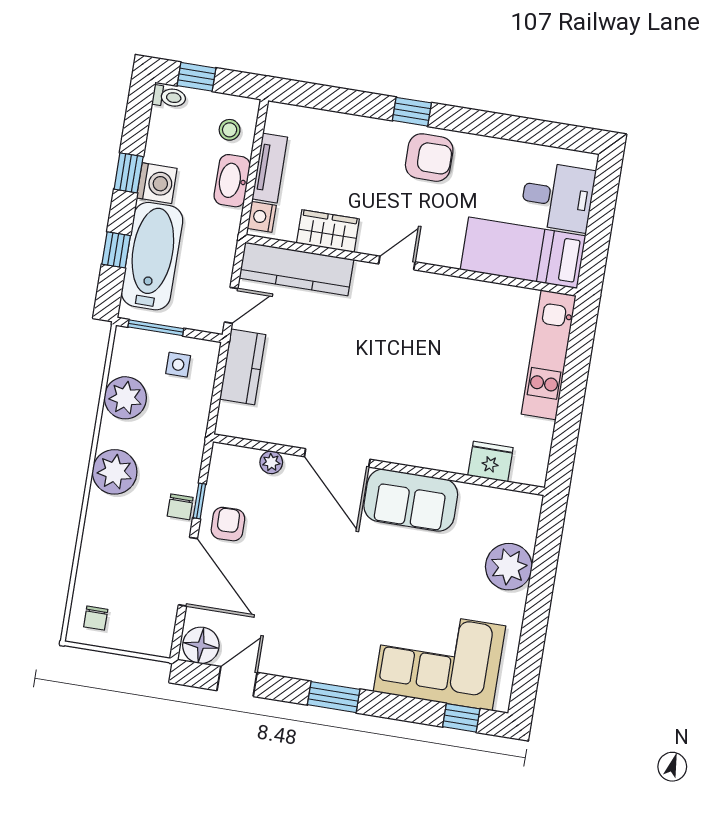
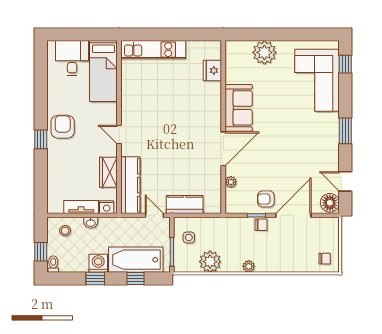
washbasin: (232, 181) -> (91, 223), width x0.52, depth x0.69
plant: (115, 472) -> (249, 266), width x0.53, depth x0.53

